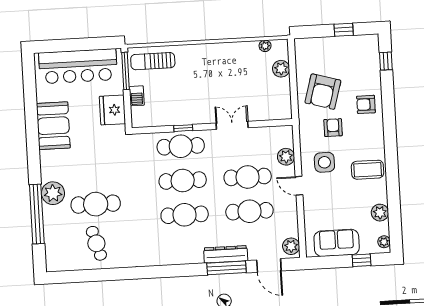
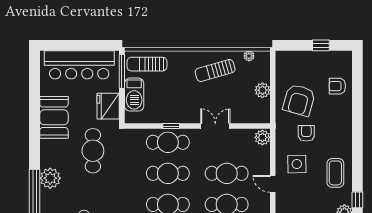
window: (386, 61) -> (357, 200), moved
sun lounger: (228, 64) -> (215, 70), added
plant: (281, 69) -> (262, 90), moved
barbecue: (137, 96) -> (134, 95), width x1.88, depth x1.53
armchair: (366, 104) -> (337, 86), moved
plant: (286, 157) -> (262, 137), moved
coffee table: (368, 170) -> (335, 173), turned 90
cafe table: (96, 204) -> (93, 151), moved, turned 90

